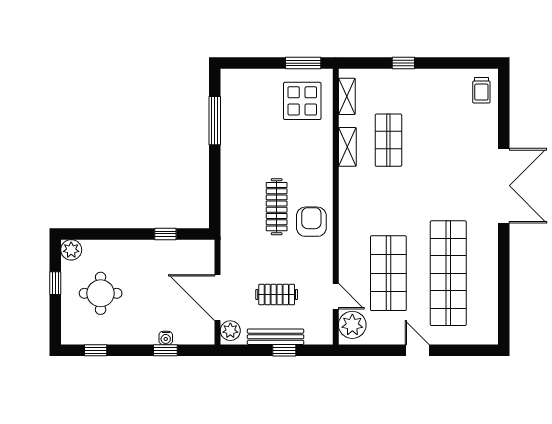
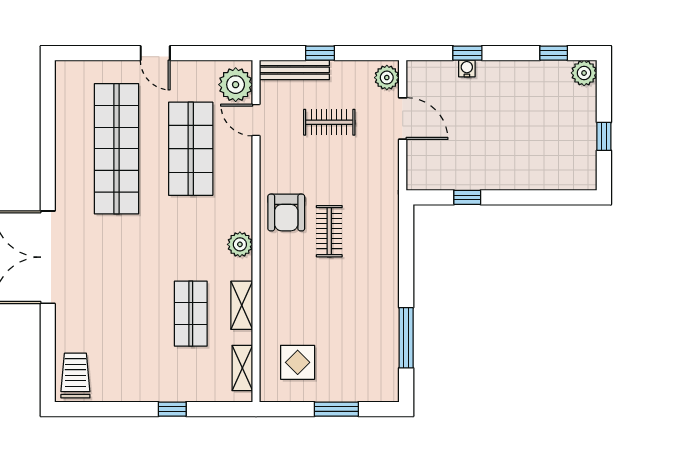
window: (303, 63) -> (336, 409), moved
trolley: (481, 90) -> (75, 376), width x1.36, depth x1.39
display table: (302, 101) -> (298, 362), width x0.73, depth x0.73
plant: (349, 196) -> (240, 244), added
clothes rail: (277, 207) -> (329, 231), width x0.73
plant: (71, 250) -> (584, 73), moved
round table: (101, 293) -> (548, 124), removed
door: (218, 298) -> (403, 119), width x0.73
bench: (276, 337) -> (294, 70), moved

